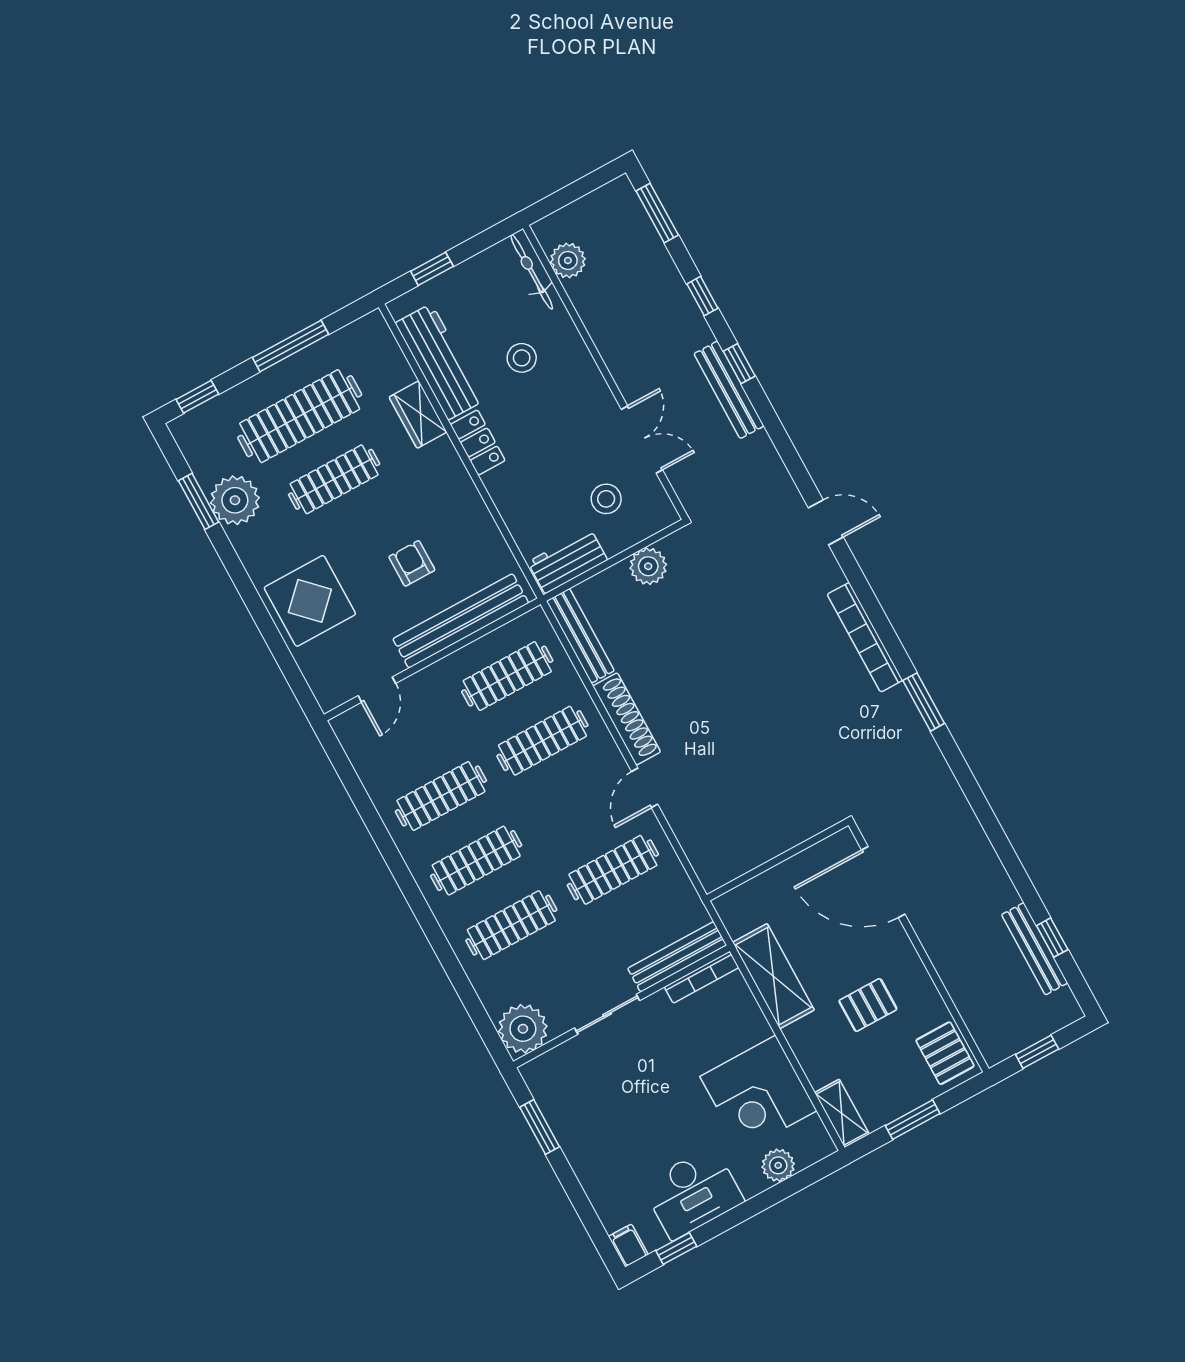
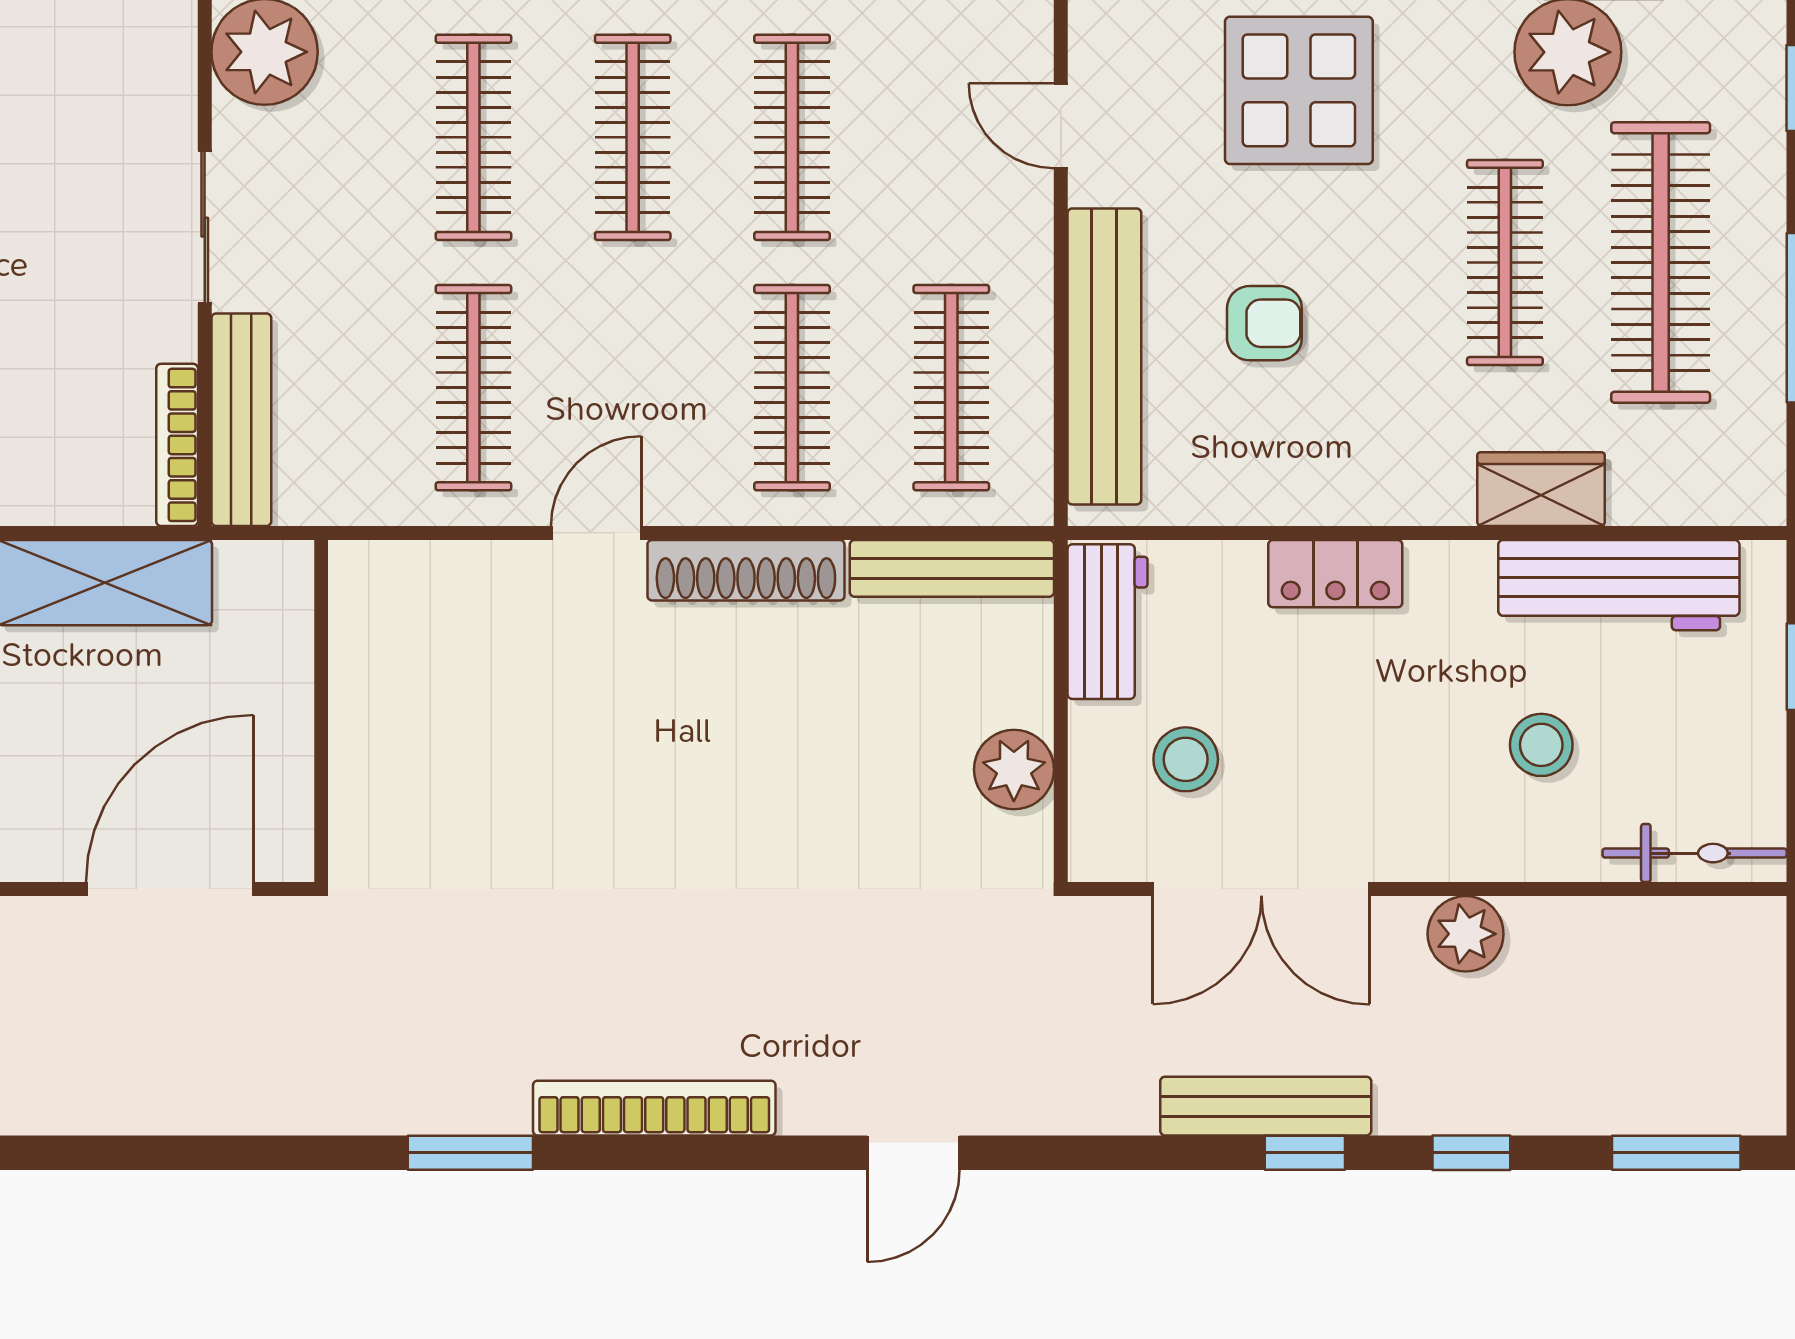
plant: (568, 260) -> (1466, 934), moved
double door: (642, 440) -> (1261, 889), width x1.37
locker: (478, 443) -> (1335, 574), moved
door: (645, 788) -> (596, 533), hinge flipped

